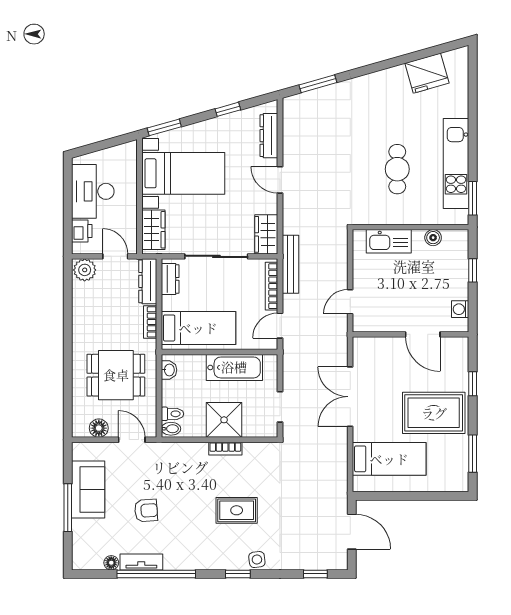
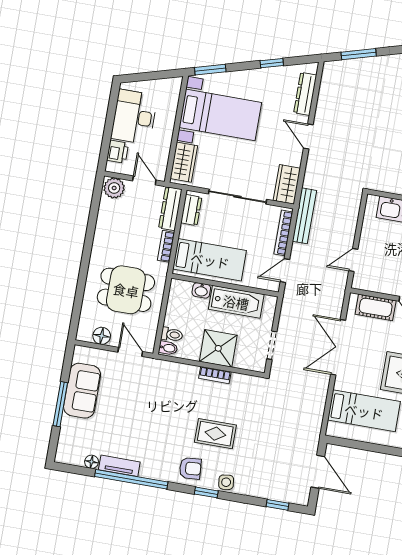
cot: (382, 348) -> (376, 307), added
washbasin: (169, 370) -> (201, 290), moved, turned 90
armchair: (146, 511) -> (190, 468), moved

